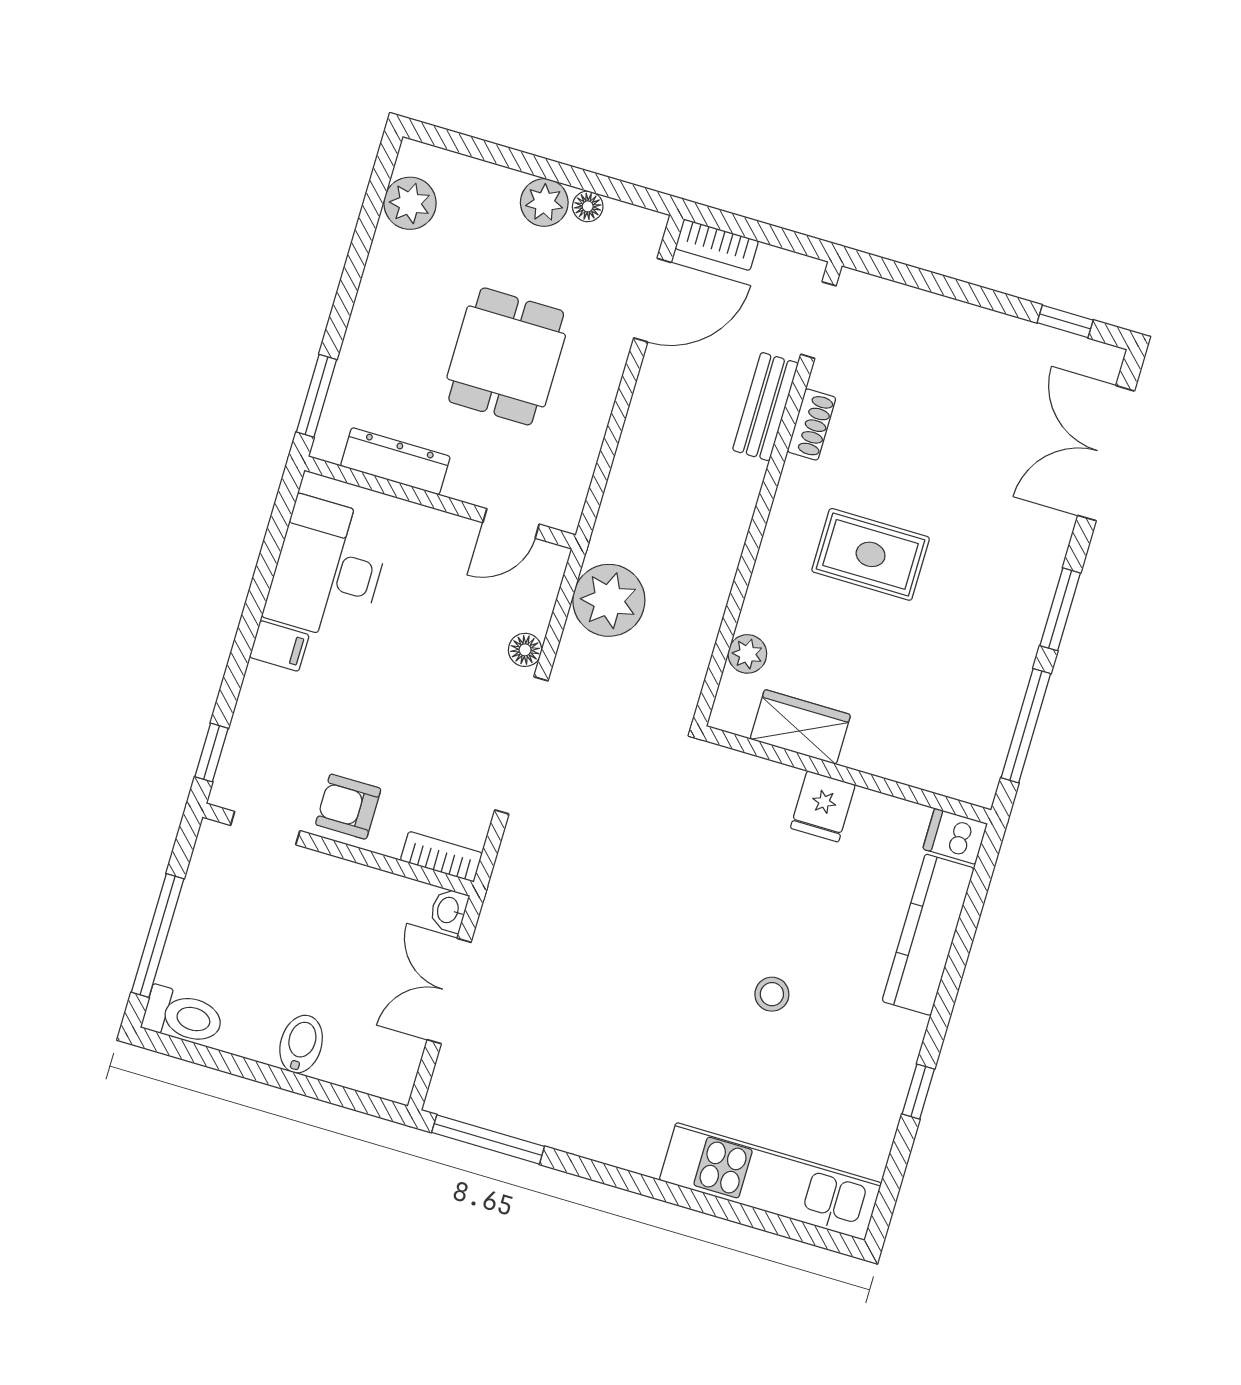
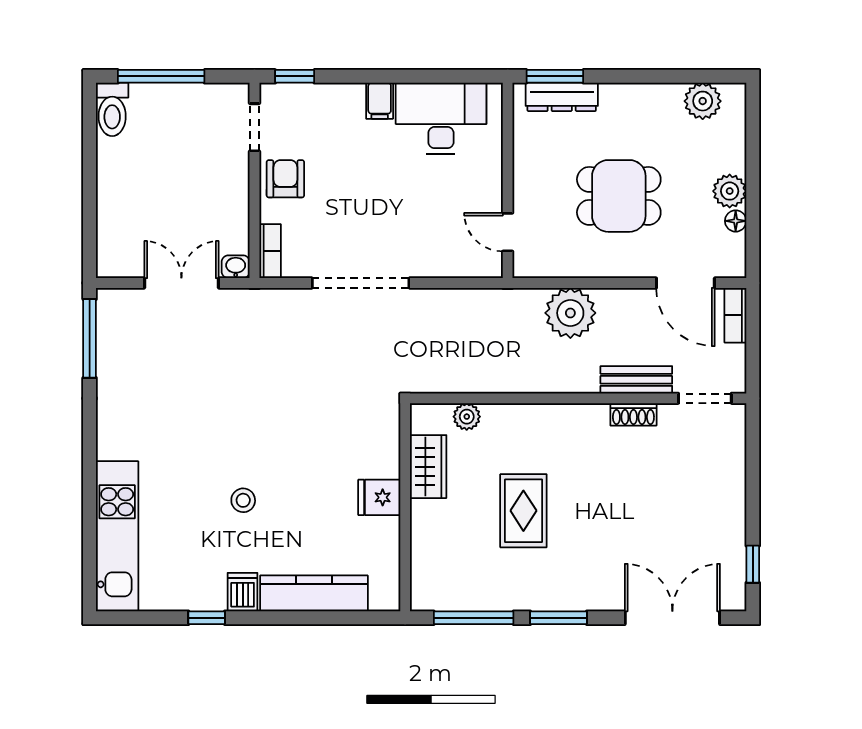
dresser: (395, 461) -> (562, 97), moved, turned 90
rug: (871, 554) -> (523, 511), moved
plant: (609, 600) -> (570, 313), moved
floor lamp: (525, 650) -> (426, 267), removed
dishwasher: (955, 836) -> (243, 592), moved
bidet: (301, 1044) -> (117, 194), removed

